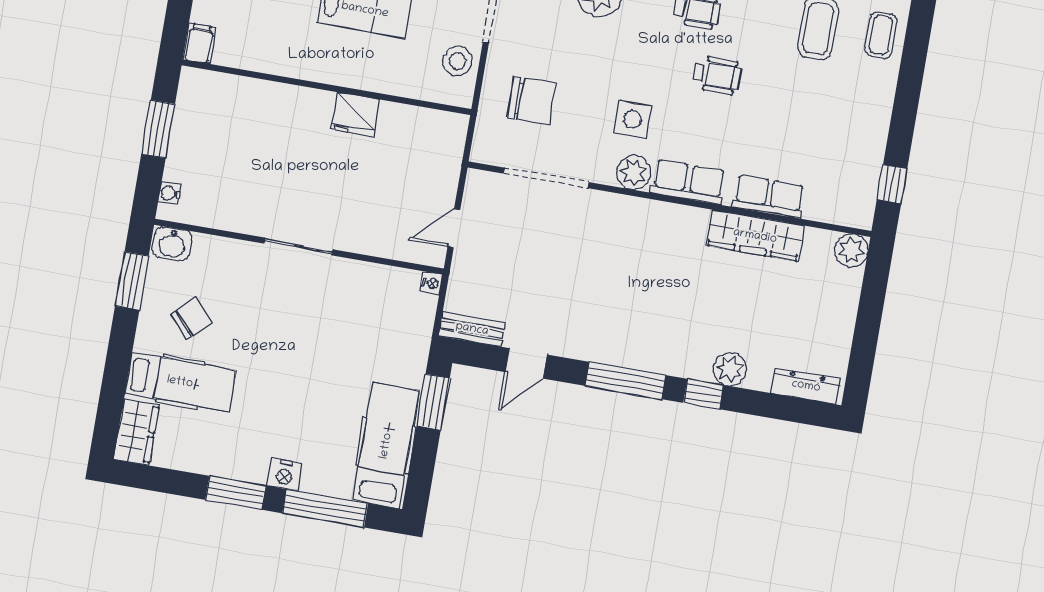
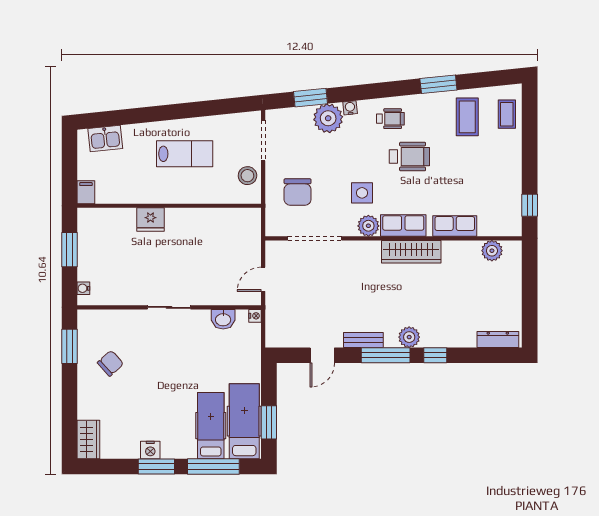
wheelchair: (717, 75) -> (409, 157), width x1.36, depth x1.37
chair: (531, 100) -> (298, 192), turned 90
fridge: (355, 114) -> (150, 219), moved
wardrobe: (755, 236) -> (411, 252), moved
washbasin: (172, 244) -> (223, 319), moved
plant: (851, 250) -> (492, 251), moved
bench: (472, 329) -> (363, 340), moved
plant: (730, 369) -> (409, 337), moved
hospital bed: (180, 382) -> (211, 426), moved, turned -90
window: (433, 402) -> (269, 422), moved
nightstand: (284, 475) -> (150, 450), moved

